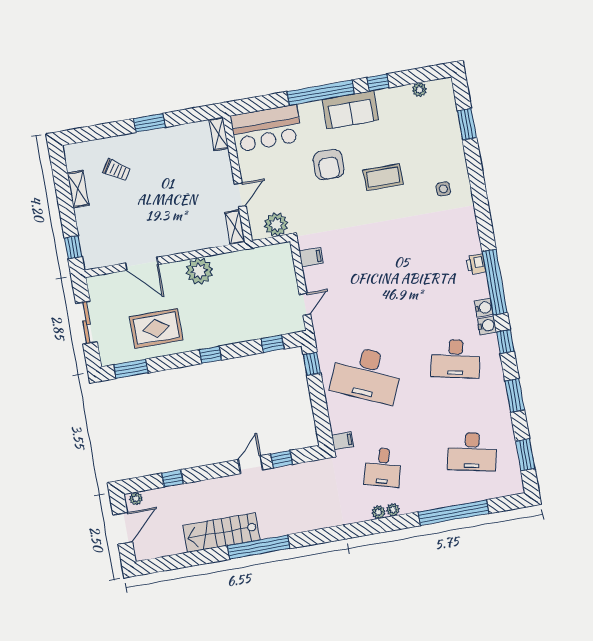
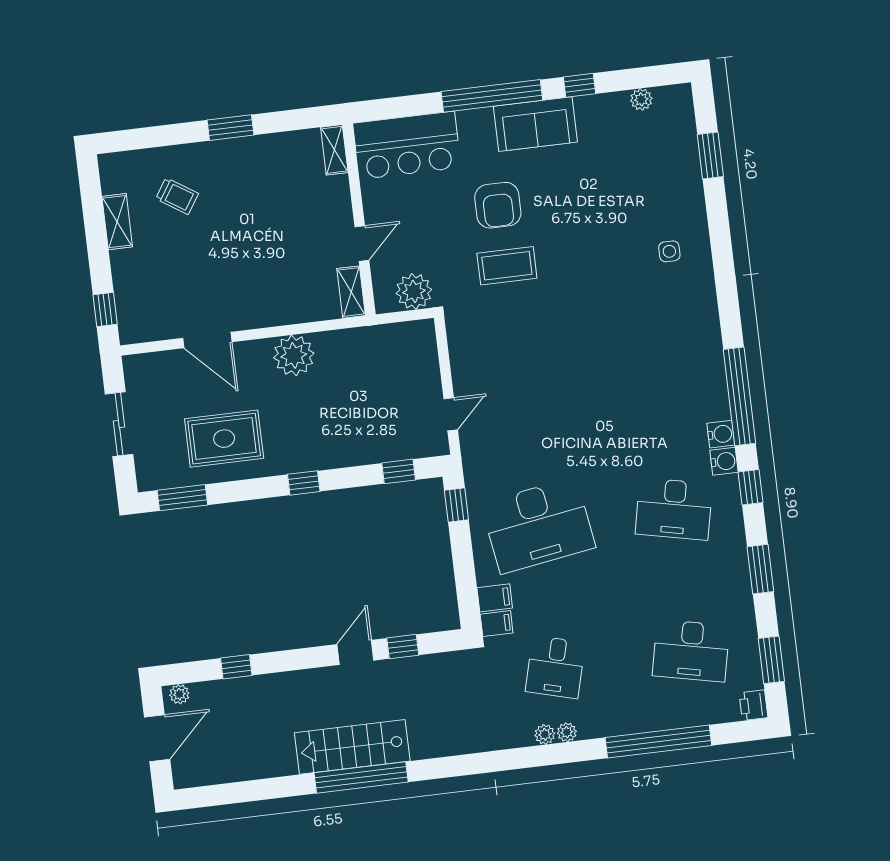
coffee table: (383, 177) -> (507, 266), moved
filing cabinet: (311, 257) -> (495, 598), moved
printer: (476, 264) -> (753, 705), moved
desk: (367, 374) -> (538, 525), turned -33
stairs: (221, 533) -> (352, 747), moved

